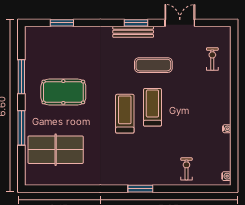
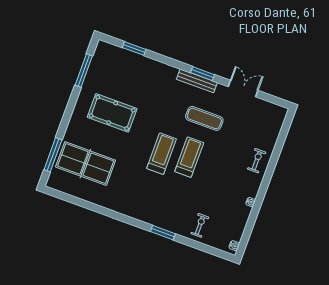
exercise bike: (212, 59) -> (257, 161), moved
window: (21, 77) -> (84, 71), moved
window: (21, 128) -> (53, 155), moved
window: (140, 189) -> (163, 233), moved

